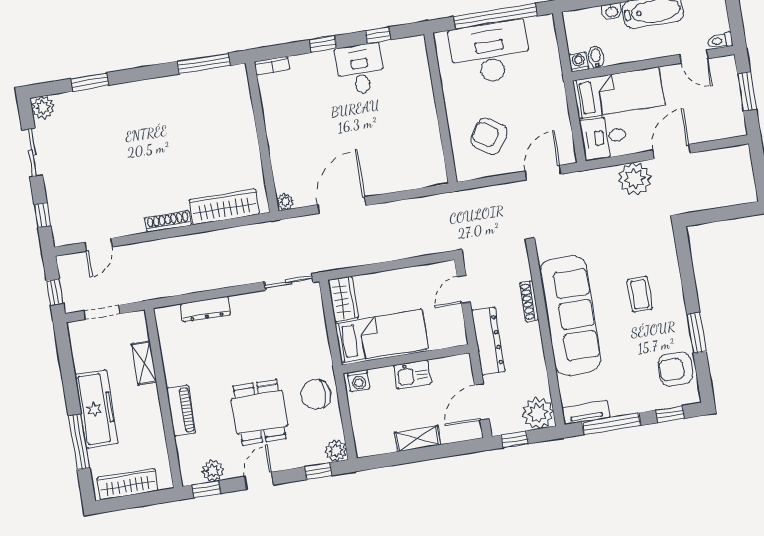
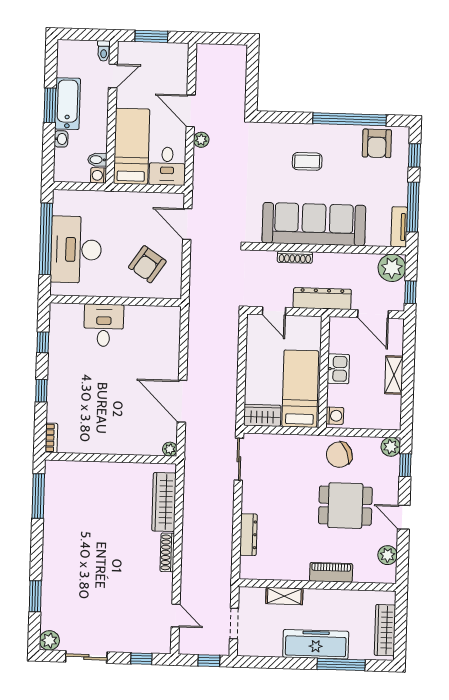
desk: (360, 69) -> (104, 325), moved, turned 90
plant: (635, 179) -> (201, 140), width x0.53, depth x0.53
window: (697, 333) -> (350, 119), width x2.11
chair: (316, 394) -> (339, 455), turned 67
window: (206, 489) -> (402, 564), removed

